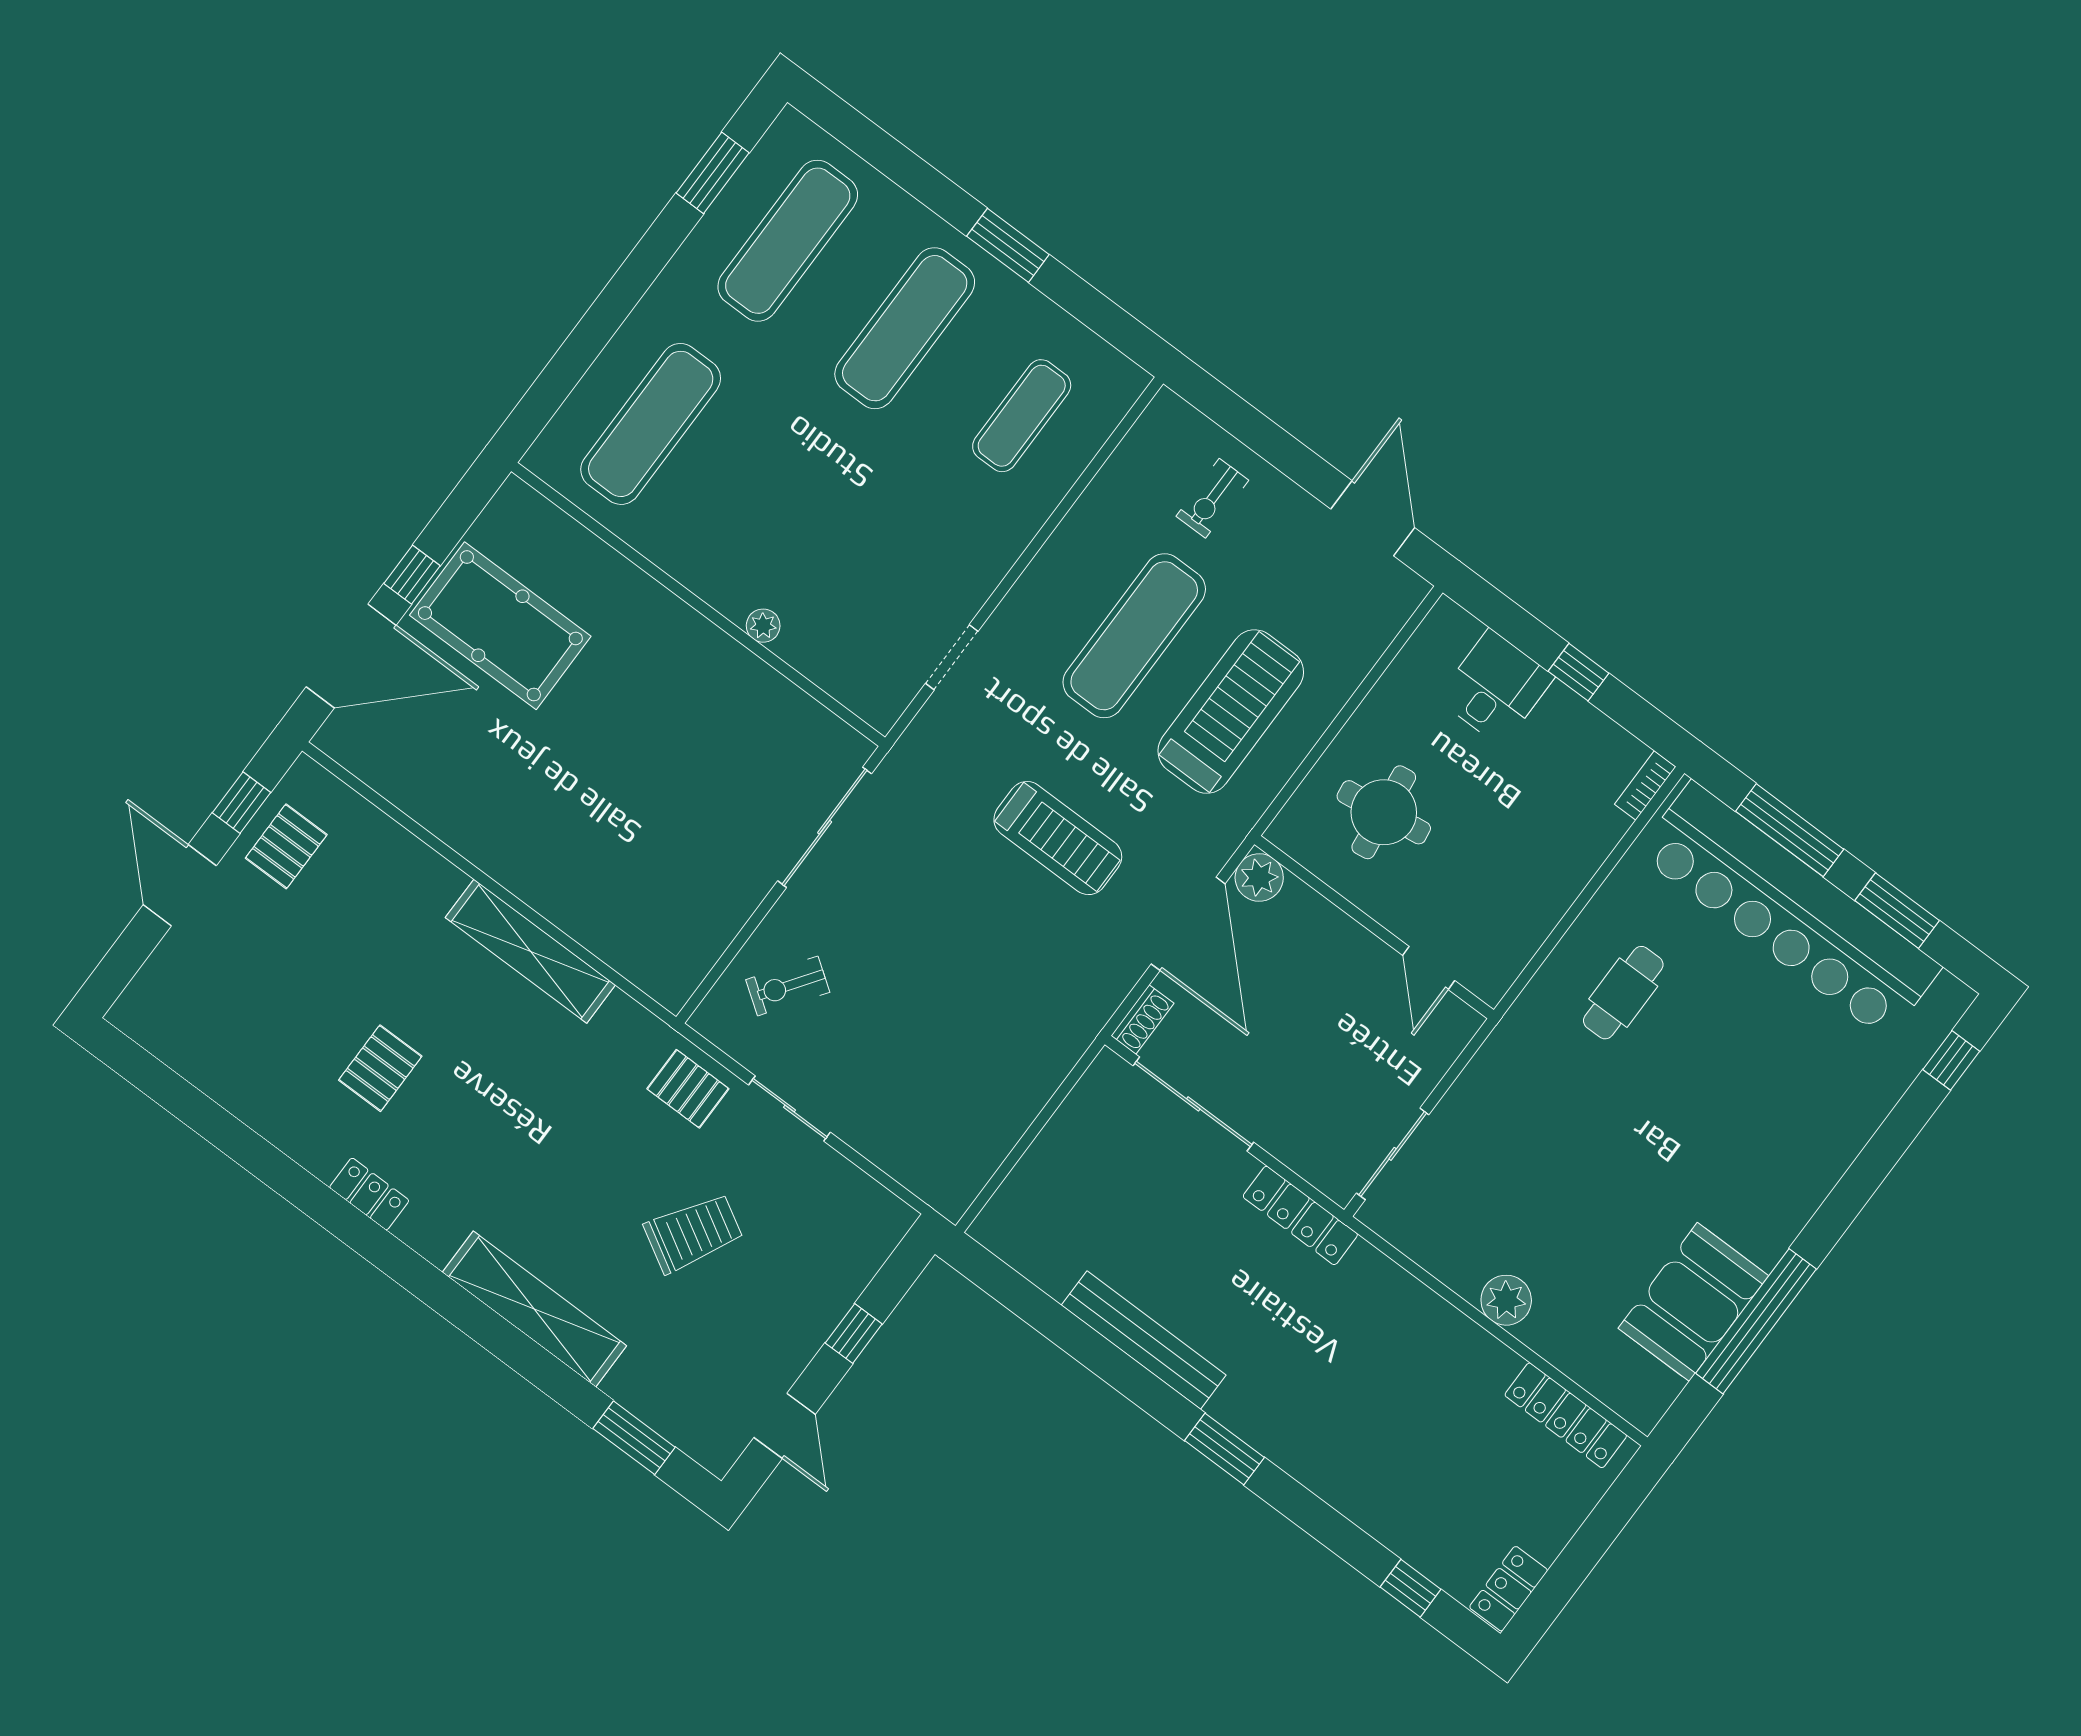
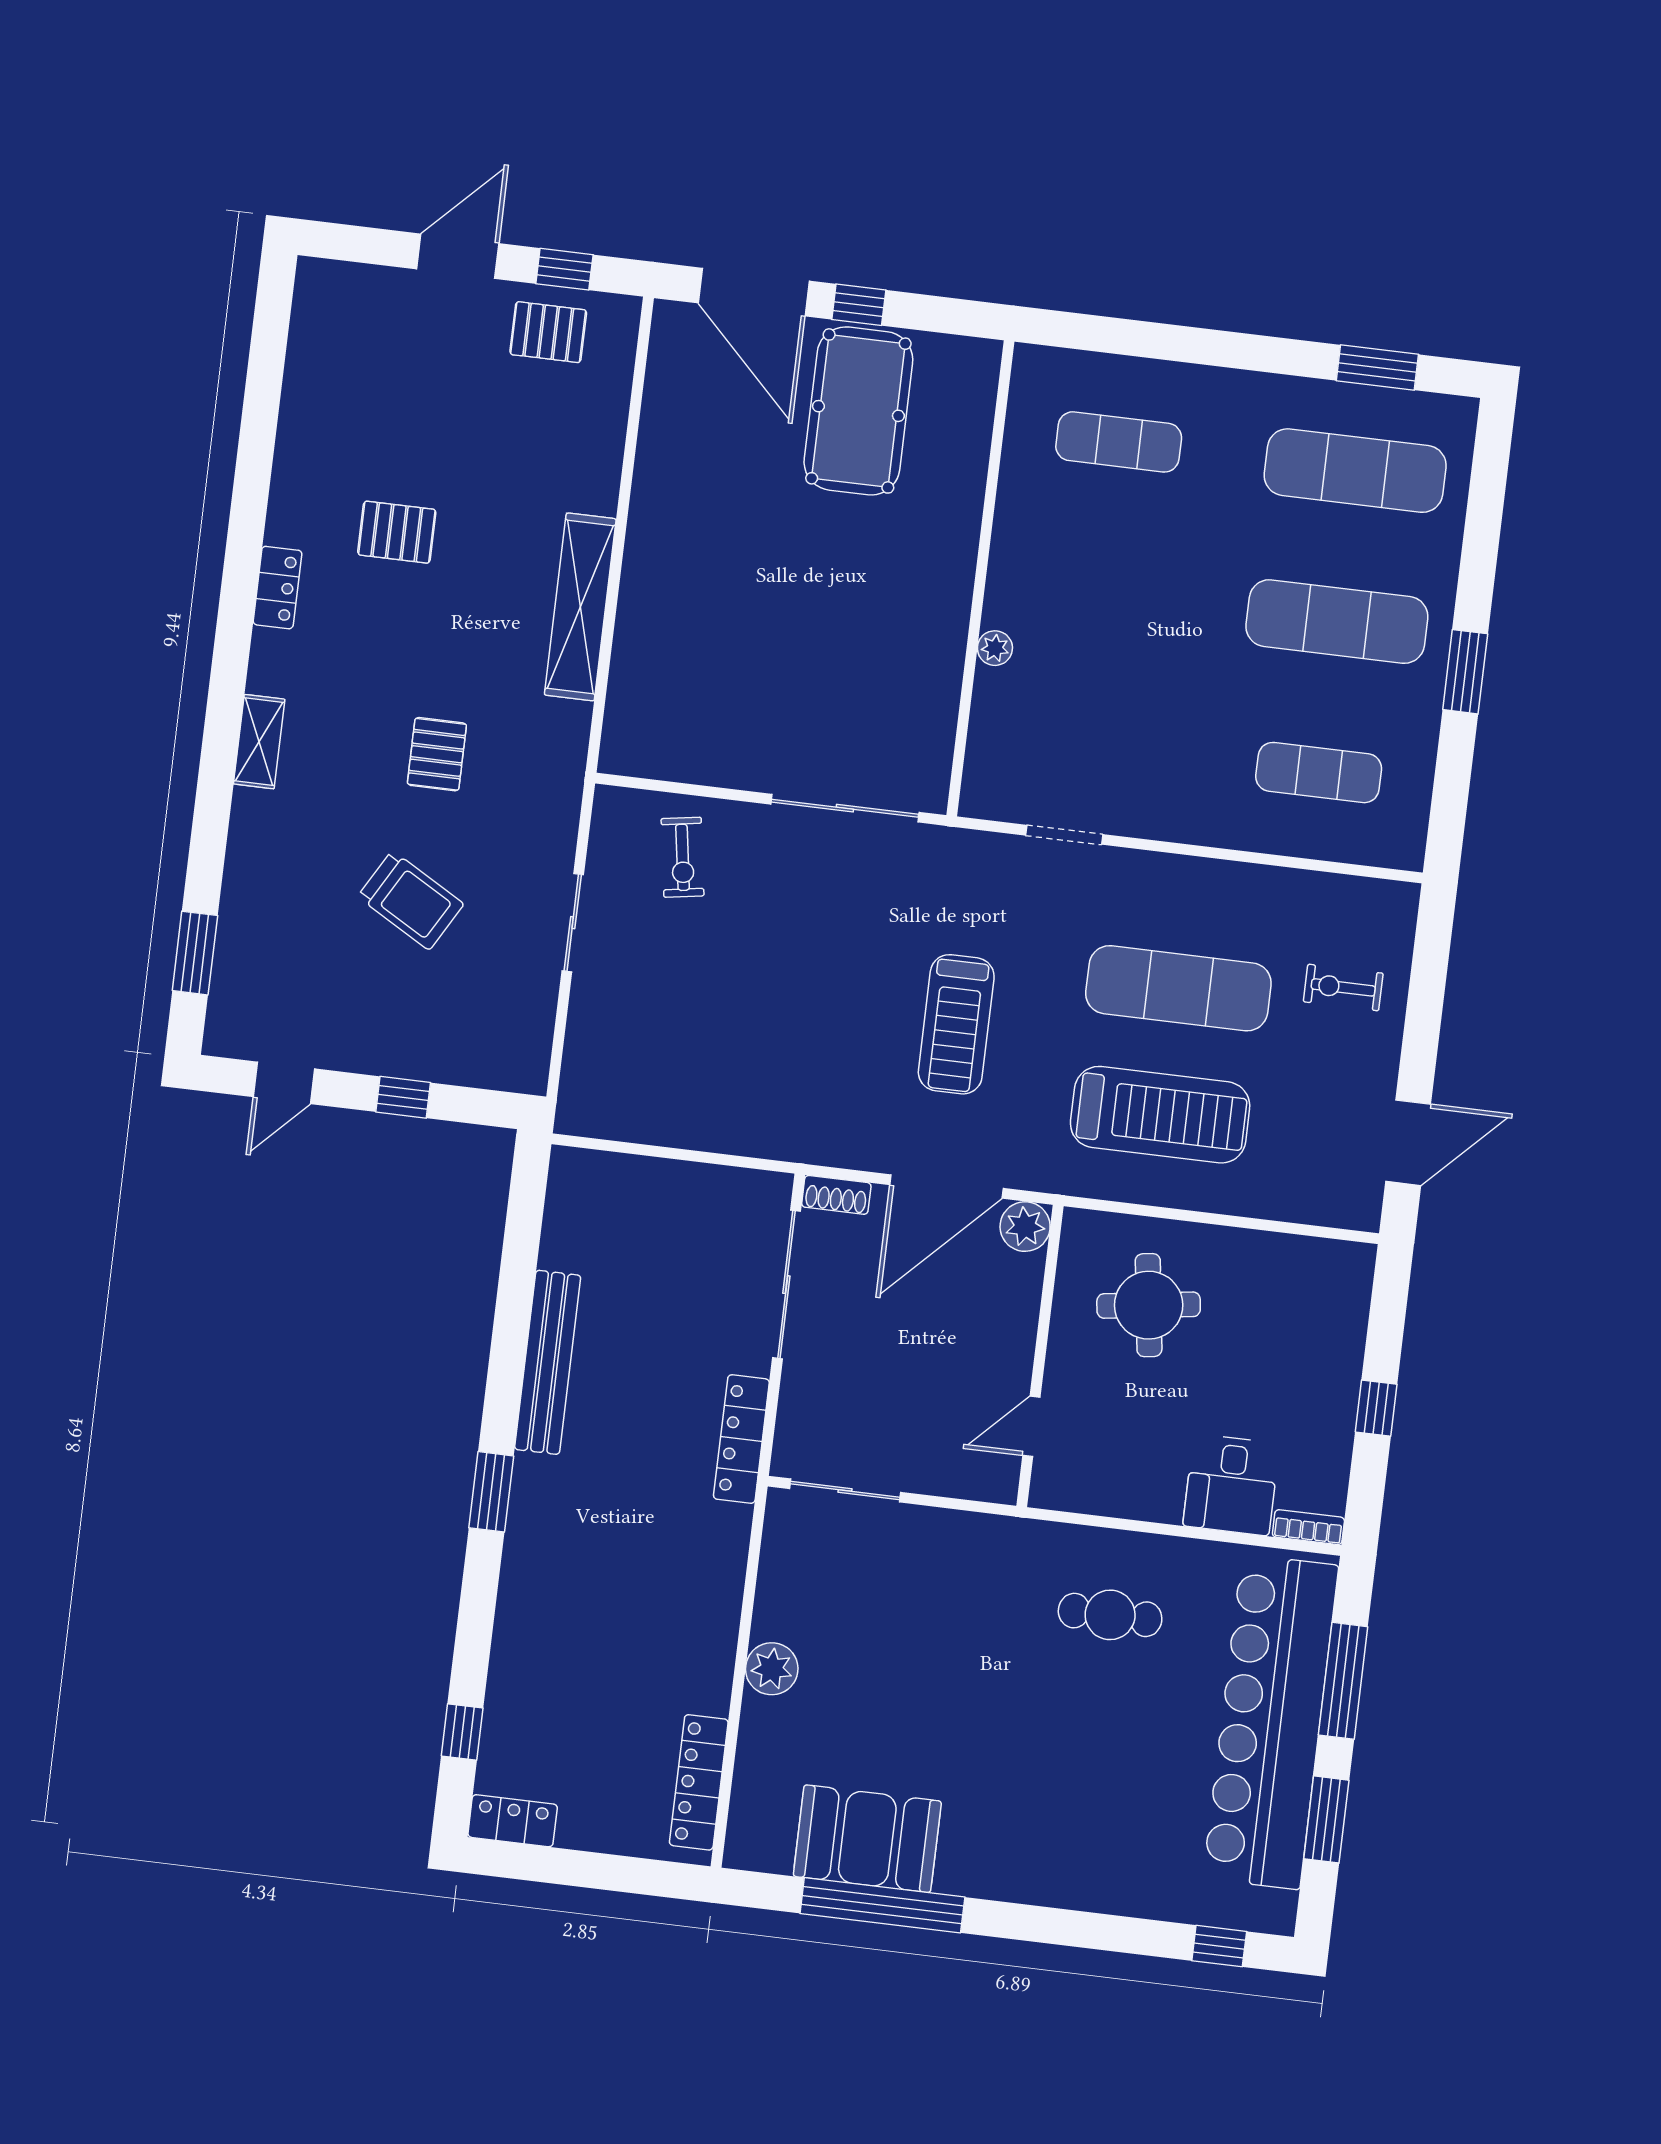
exercise mat: (651, 424) -> (1119, 442), width x0.73, depth x0.69
desk: (1496, 688) -> (1231, 1485), moved, turned 90
exercise bike: (788, 986) -> (683, 857), turned -134
pallet: (688, 1089) -> (437, 754), moved
shelving: (534, 1309) -> (259, 742), width x0.45, depth x0.75

